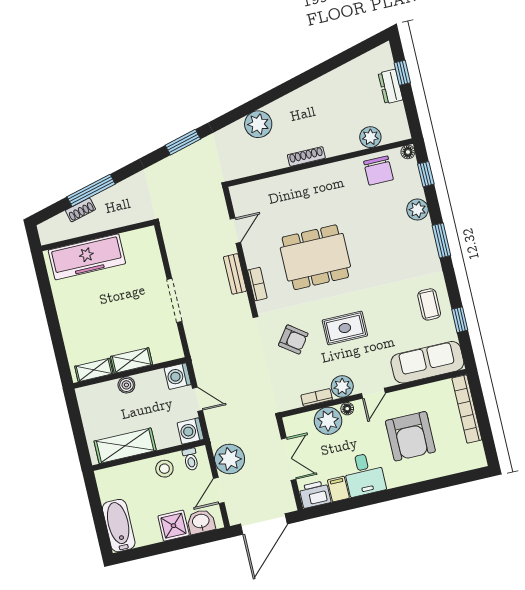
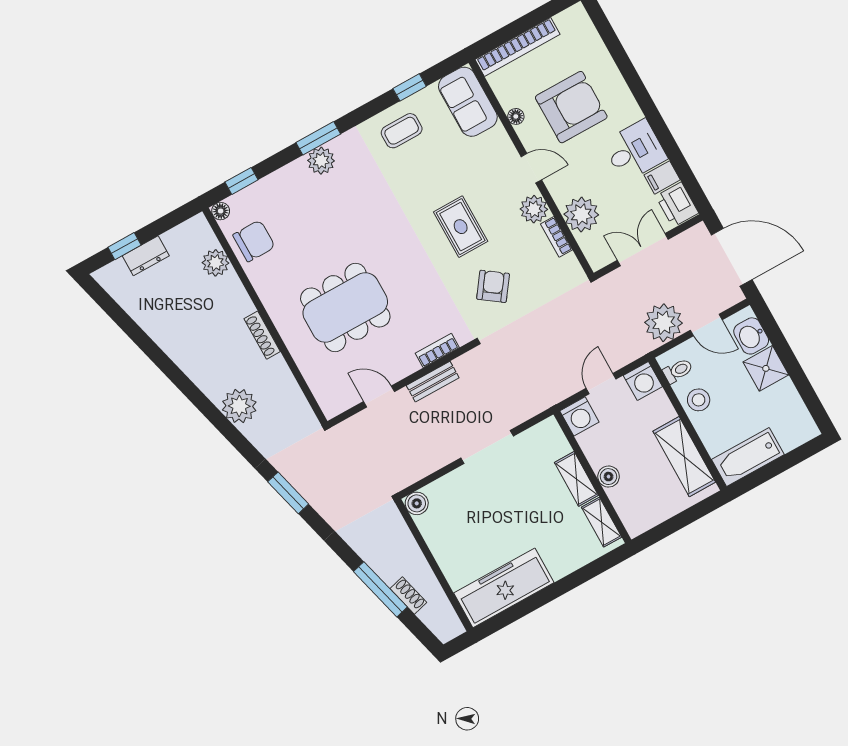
plant: (417, 210) -> (321, 161), moved
boiler: (147, 236) -> (417, 503), added
freezer: (87, 257) -> (504, 588), moved, turned -90
dining table: (315, 257) -> (345, 307), moved, turned 90
sofa: (427, 362) -> (468, 102), width x0.73
floor lamp: (347, 409) -> (516, 116), moved
bathtub: (119, 526) -> (748, 457), moved

